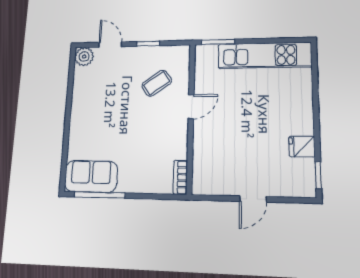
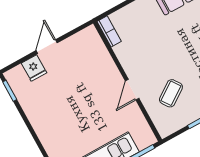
fridge: (302, 147) -> (34, 68), moved, turned 90

